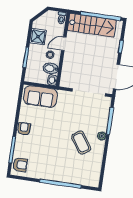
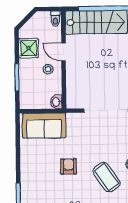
door: (64, 44) -> (63, 52), hinge flipped
bidet: (51, 68) -> (52, 87), removed
armchair: (24, 129) -> (69, 166), moved

